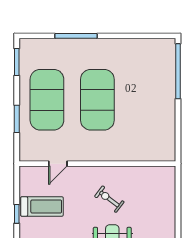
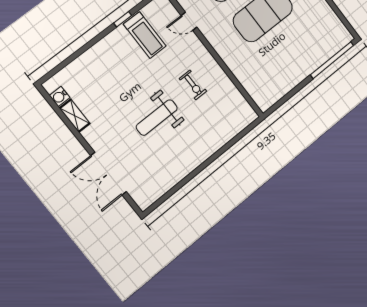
exercise bike: (109, 199) -> (193, 85), turned 143

